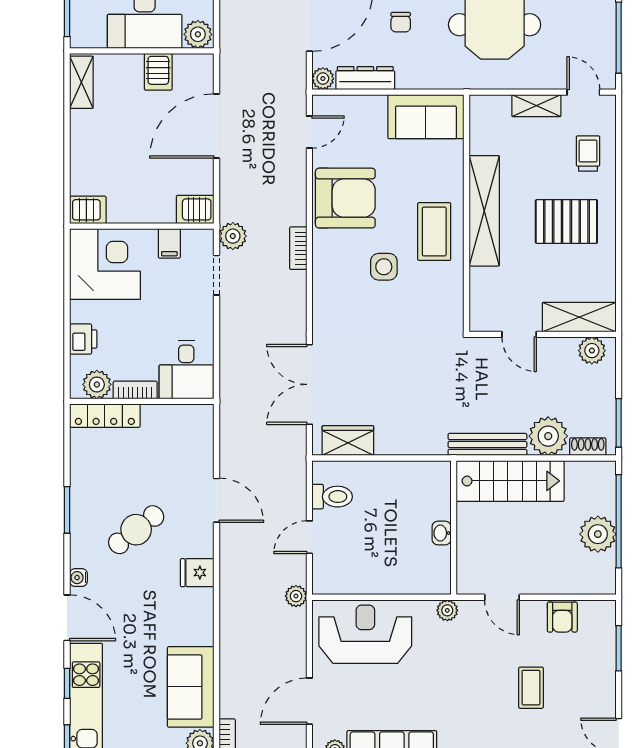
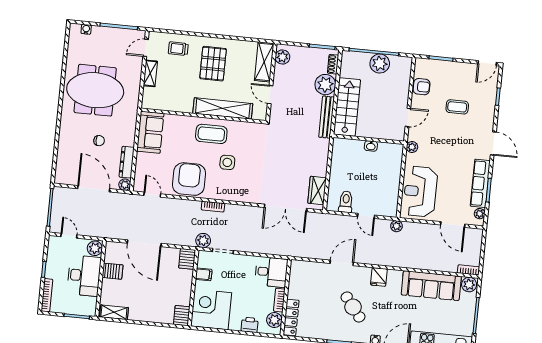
shelving: (484, 211) -> (223, 108), moved
door: (519, 334) -> (270, 95), swing flipped
sofa: (191, 687) -> (431, 286), width x1.36

